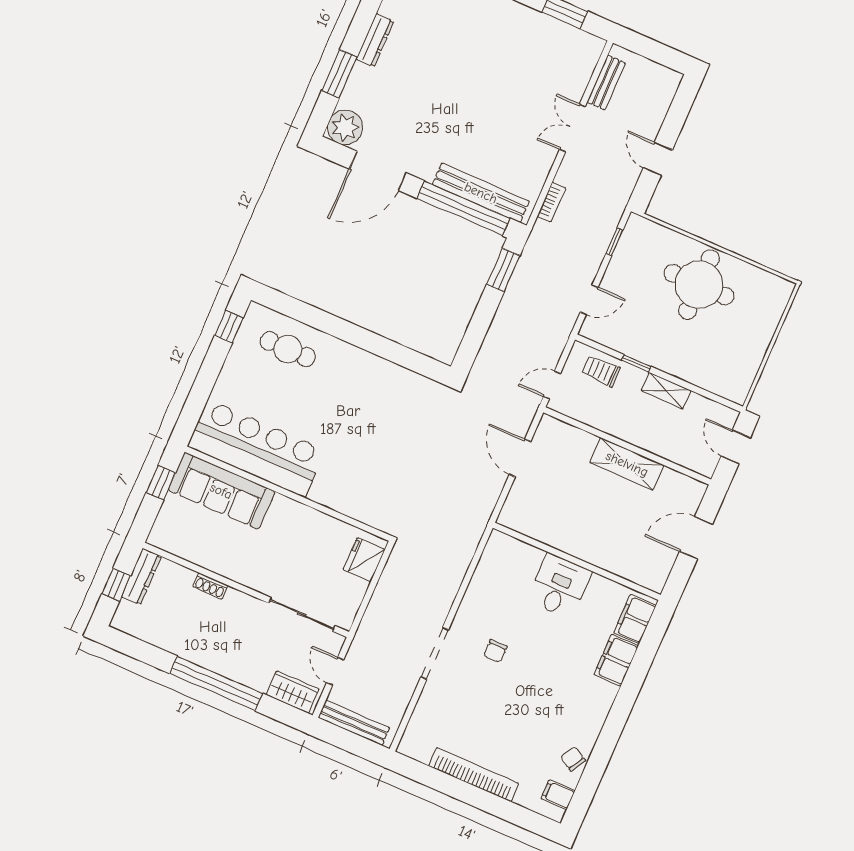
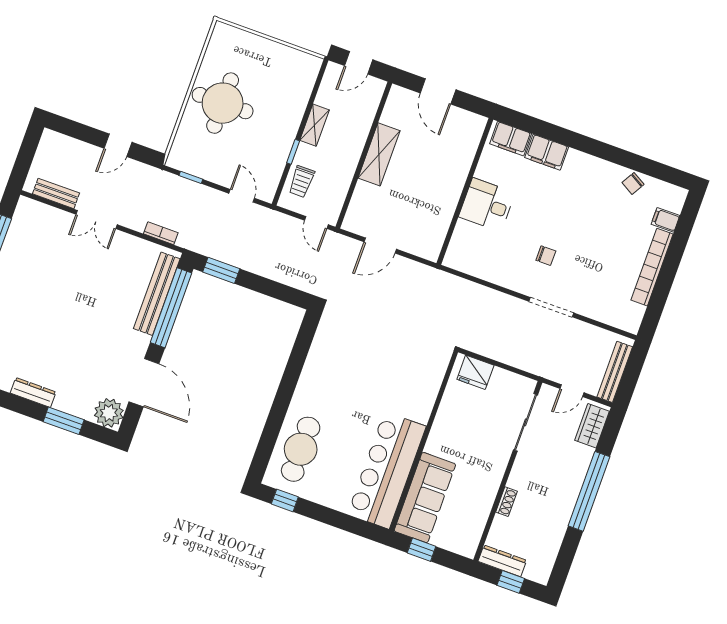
cafe table: (288, 349) -> (301, 449), width x1.37, depth x1.35
filing cabinet: (558, 795) -> (666, 220), moved, turned 90

